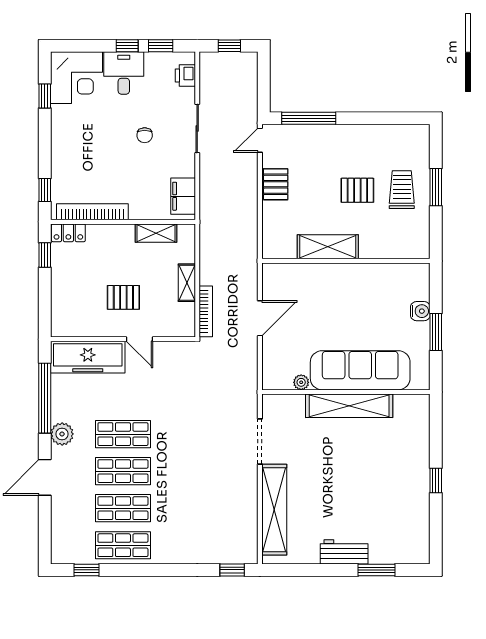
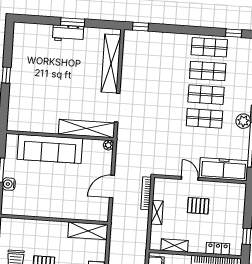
locker: (68, 233) -> (218, 249), moved
shelving: (328, 247) -> (88, 231), moved
plant: (301, 382) -> (108, 145), moved
shelving: (349, 406) -> (87, 129), moved
window: (377, 570) -> (73, 22), moved

